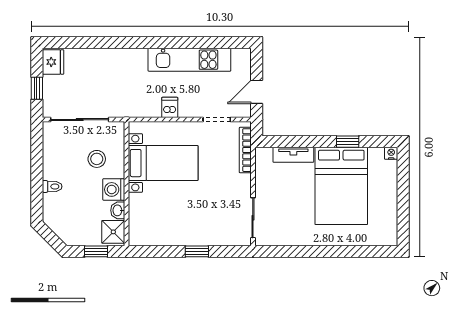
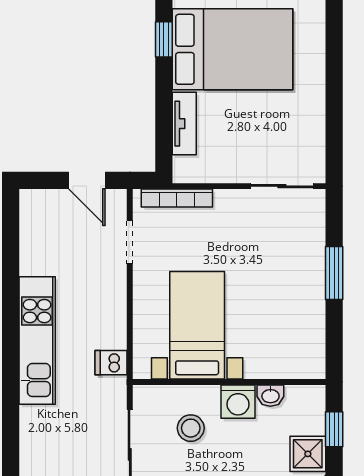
kitchen unit: (189, 60) -> (37, 340), moved
dishwasher: (170, 107) -> (111, 363), moved
shower: (113, 232) -> (308, 454), moved
window: (197, 251) -> (334, 273), width x1.50

